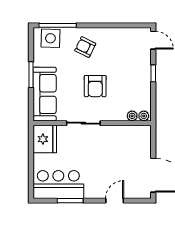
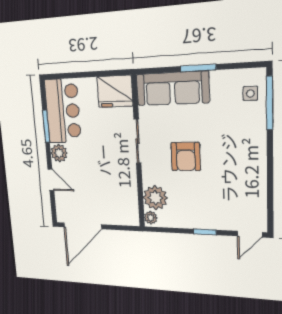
side table: (50, 38) -> (250, 93), width x0.54, depth x0.54
armchair: (85, 47) -> (238, 143), removed
armchair: (95, 86) -> (186, 157), turned -90
plant: (132, 116) -> (155, 198), width x1.88, depth x1.88
plant: (92, 191) -> (59, 153), added

